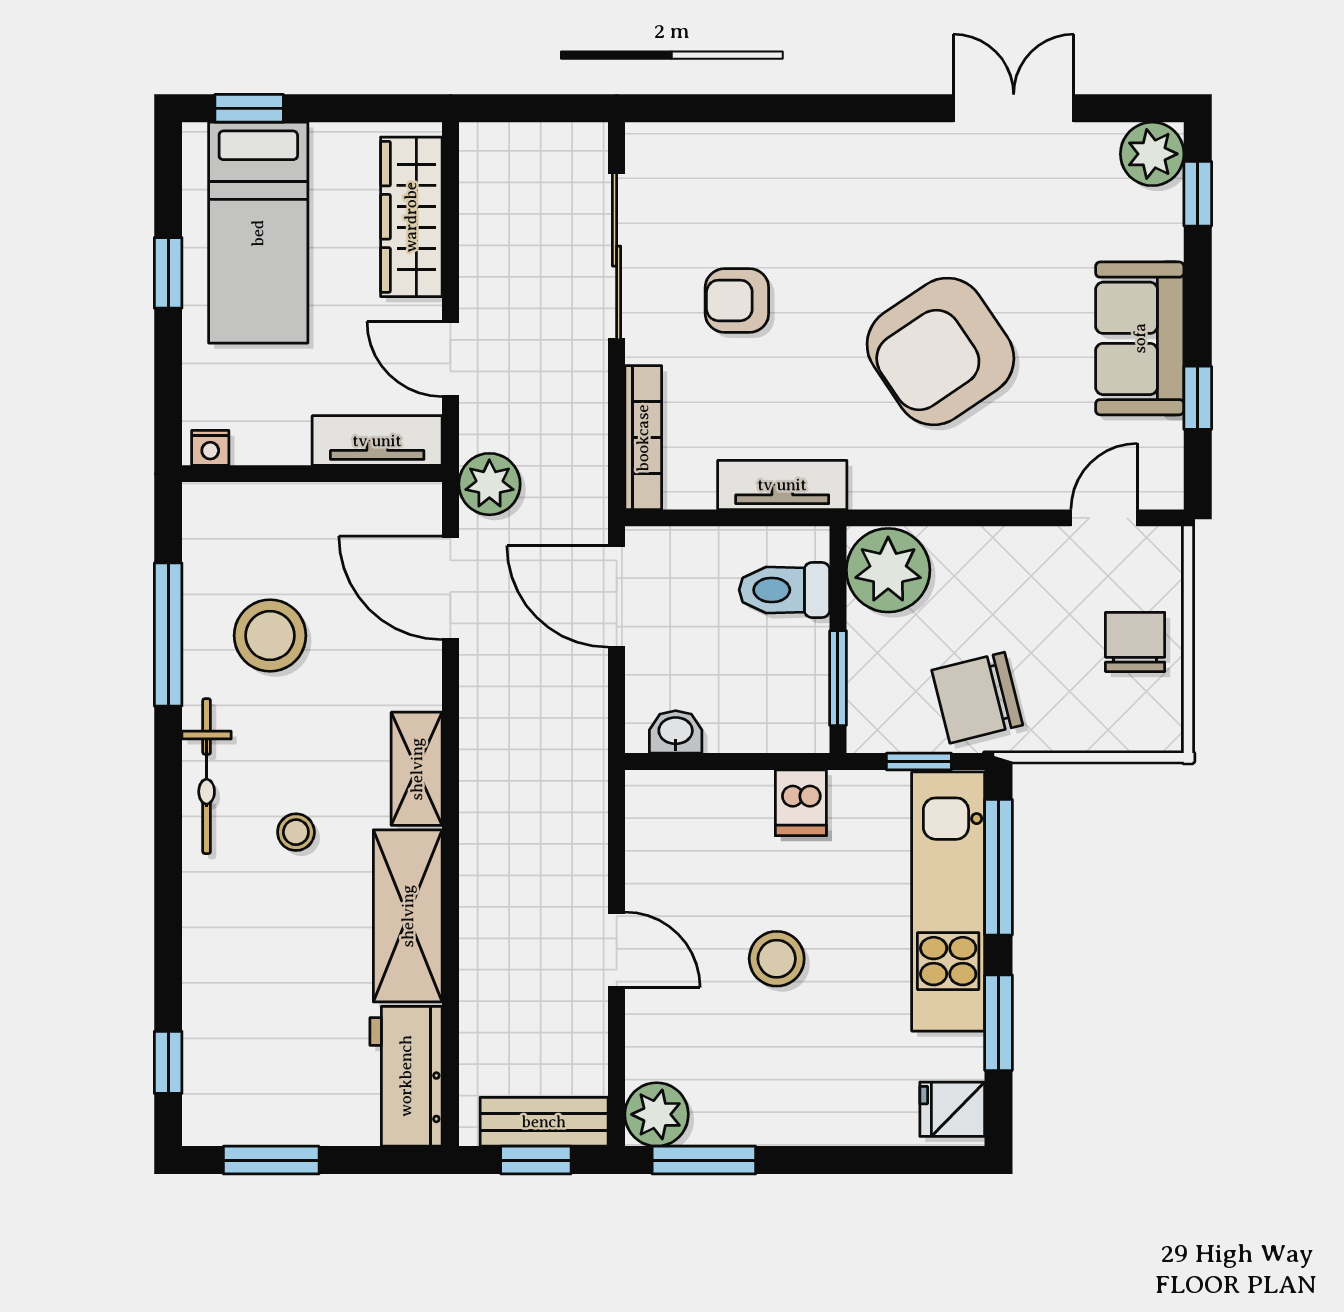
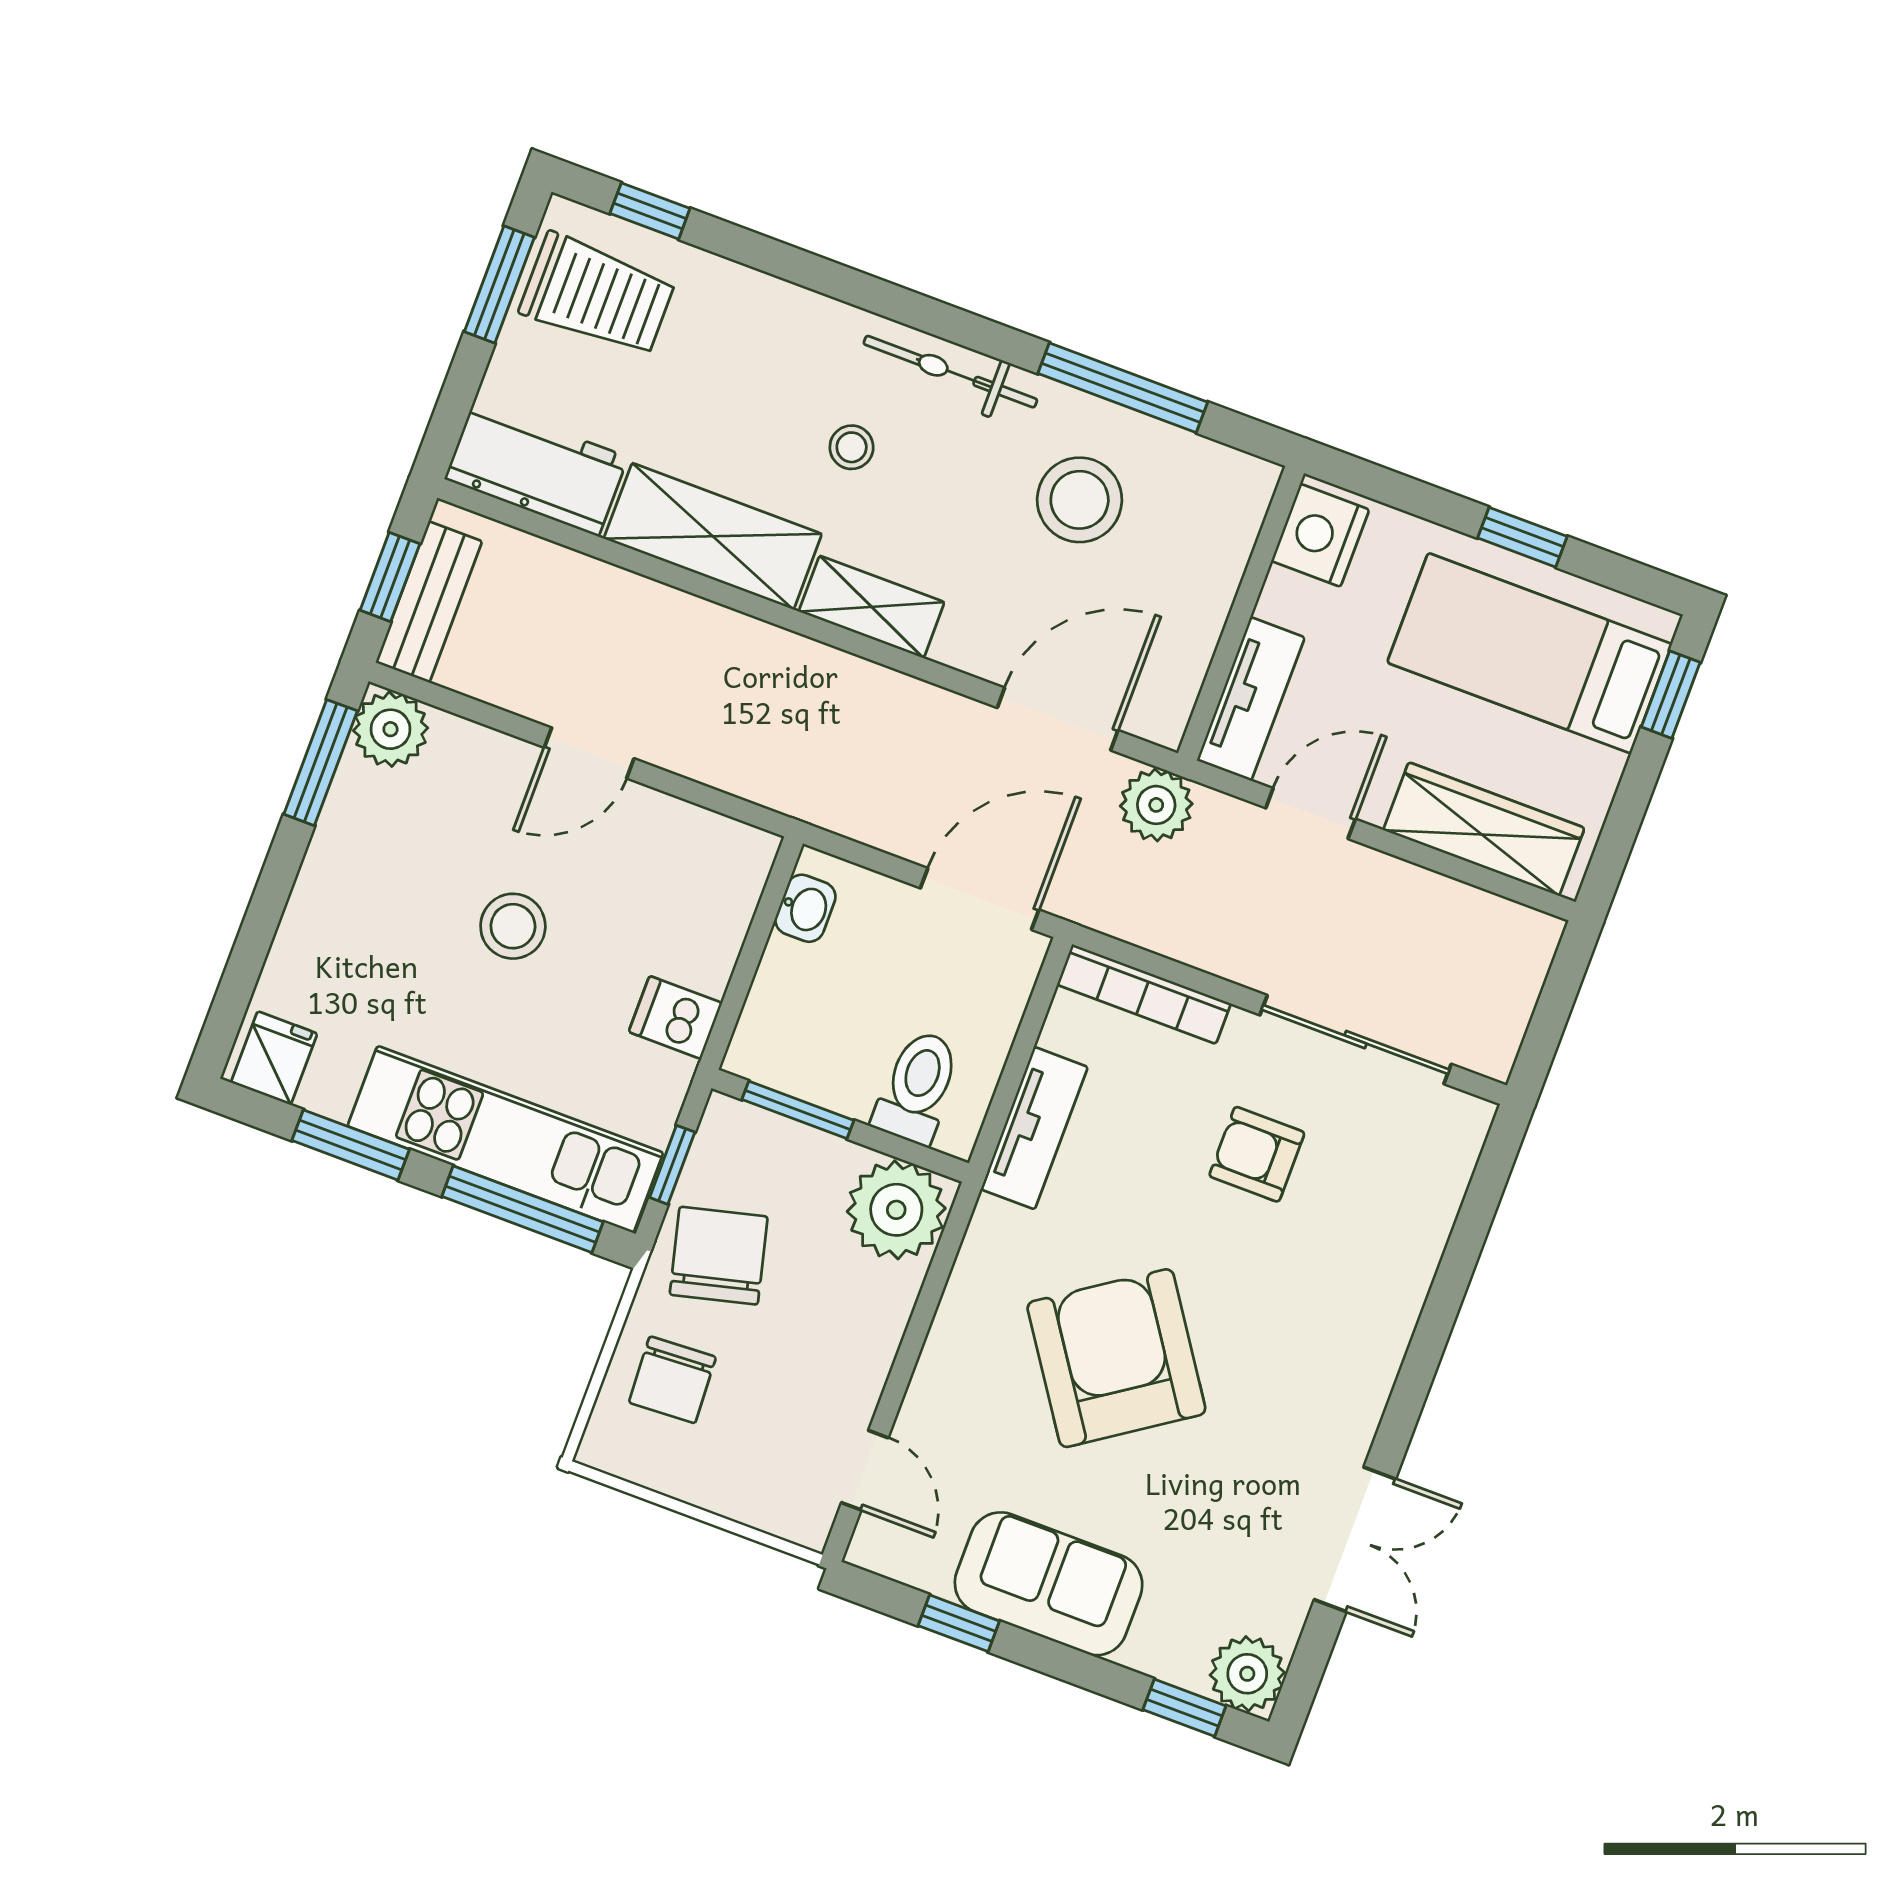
armchair: (737, 300) -> (1257, 1154), turned -90
nightstand: (210, 448) -> (1320, 535), width x1.89, depth x1.79
chair: (1135, 642) -> (672, 1380), moved, turned 87
trolley: (251, 1079) -> (597, 295), added

